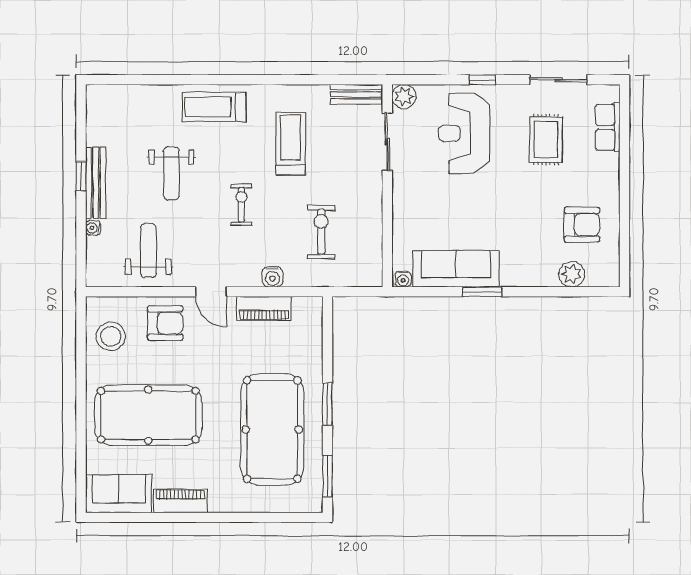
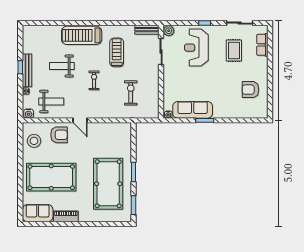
treadmill: (214, 107) -> (82, 35), width x1.37, depth x1.38
weight bench: (171, 173) -> (62, 66), turned 90
armchair: (582, 225) -> (250, 90), turned 180
weight bench: (148, 251) -> (51, 101), turned 90
plant: (572, 274) -> (246, 112), removed
water cooler: (272, 277) -> (29, 114), moved
piano: (264, 308) -> (104, 128), removed

